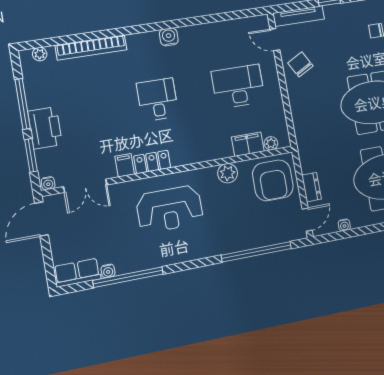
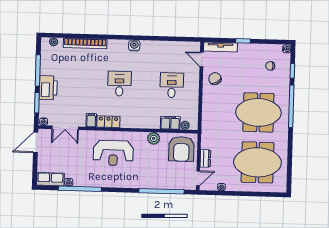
desk: (238, 87) -> (172, 85), width x0.73

